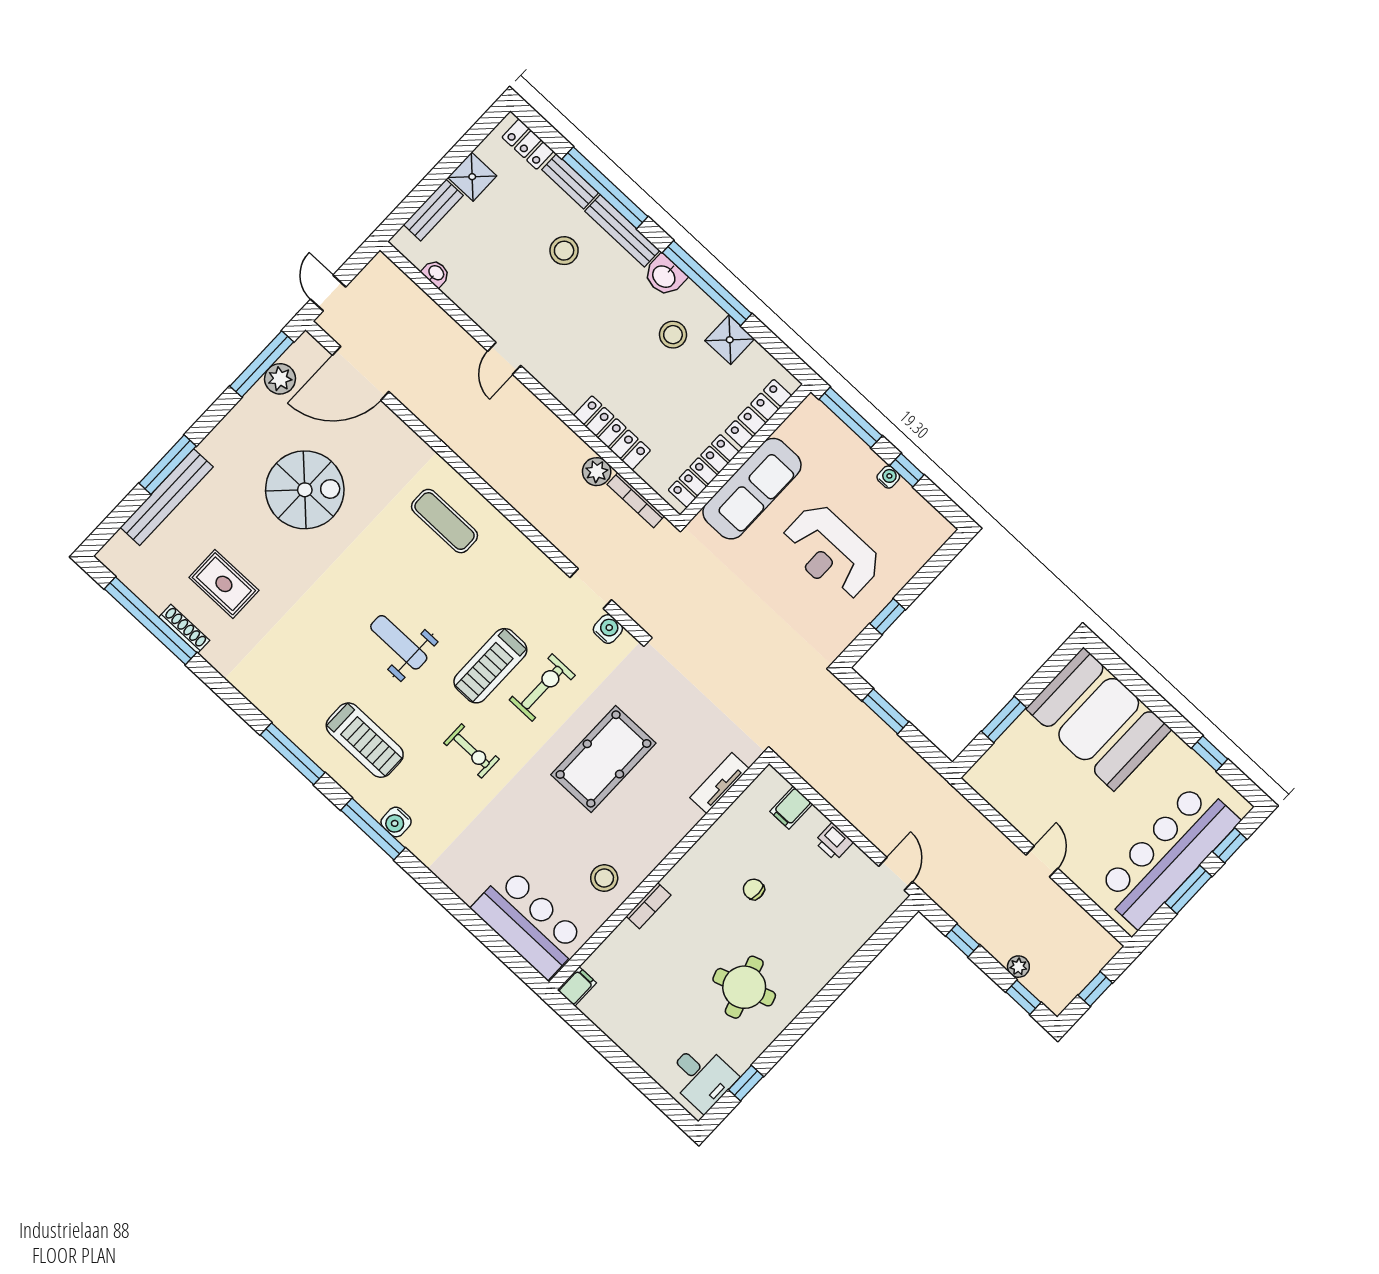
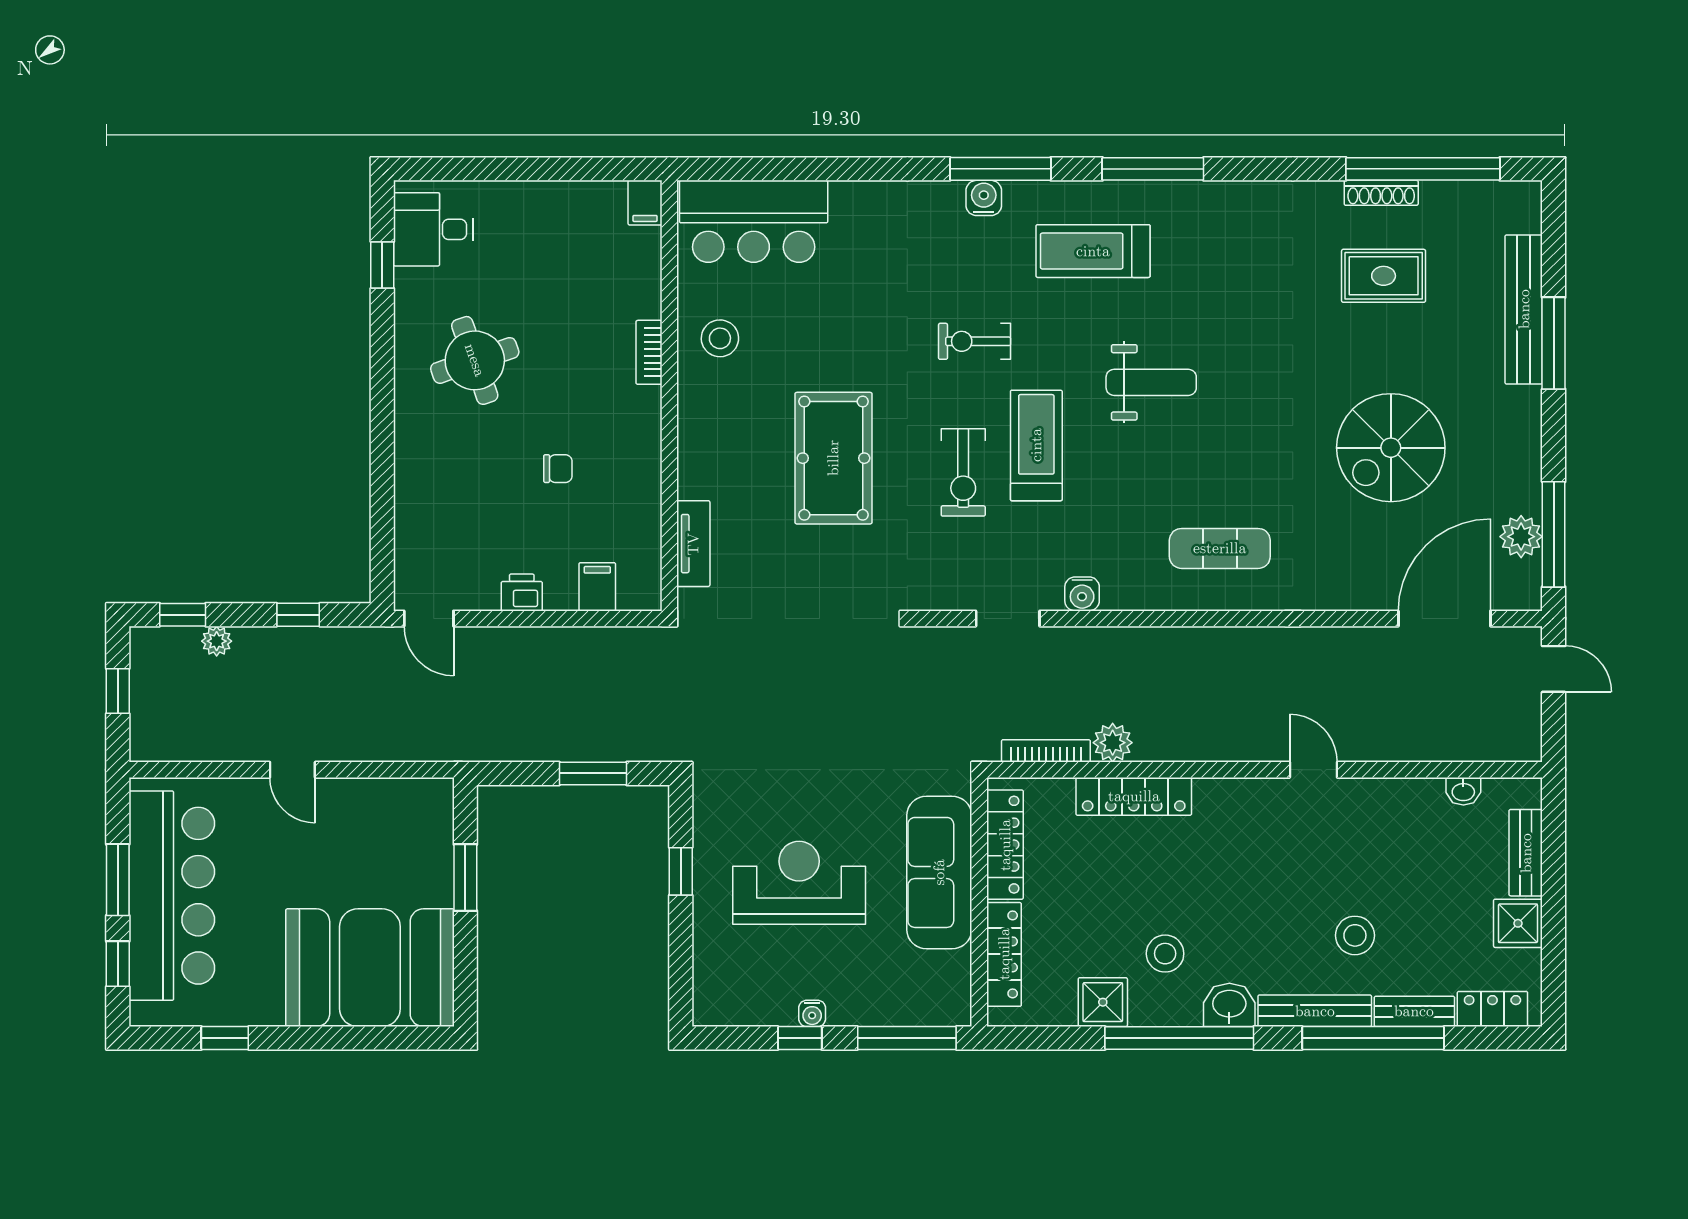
water cooler: (608, 629) -> (1082, 594), moved

